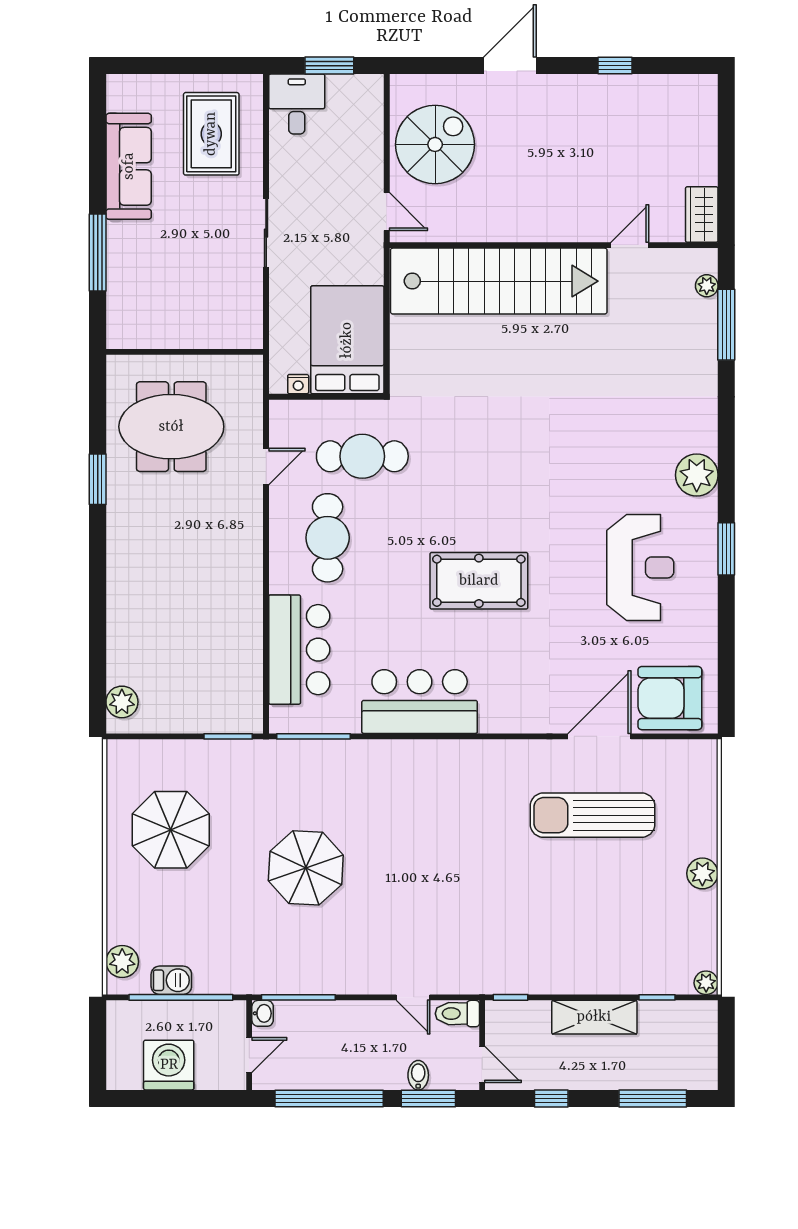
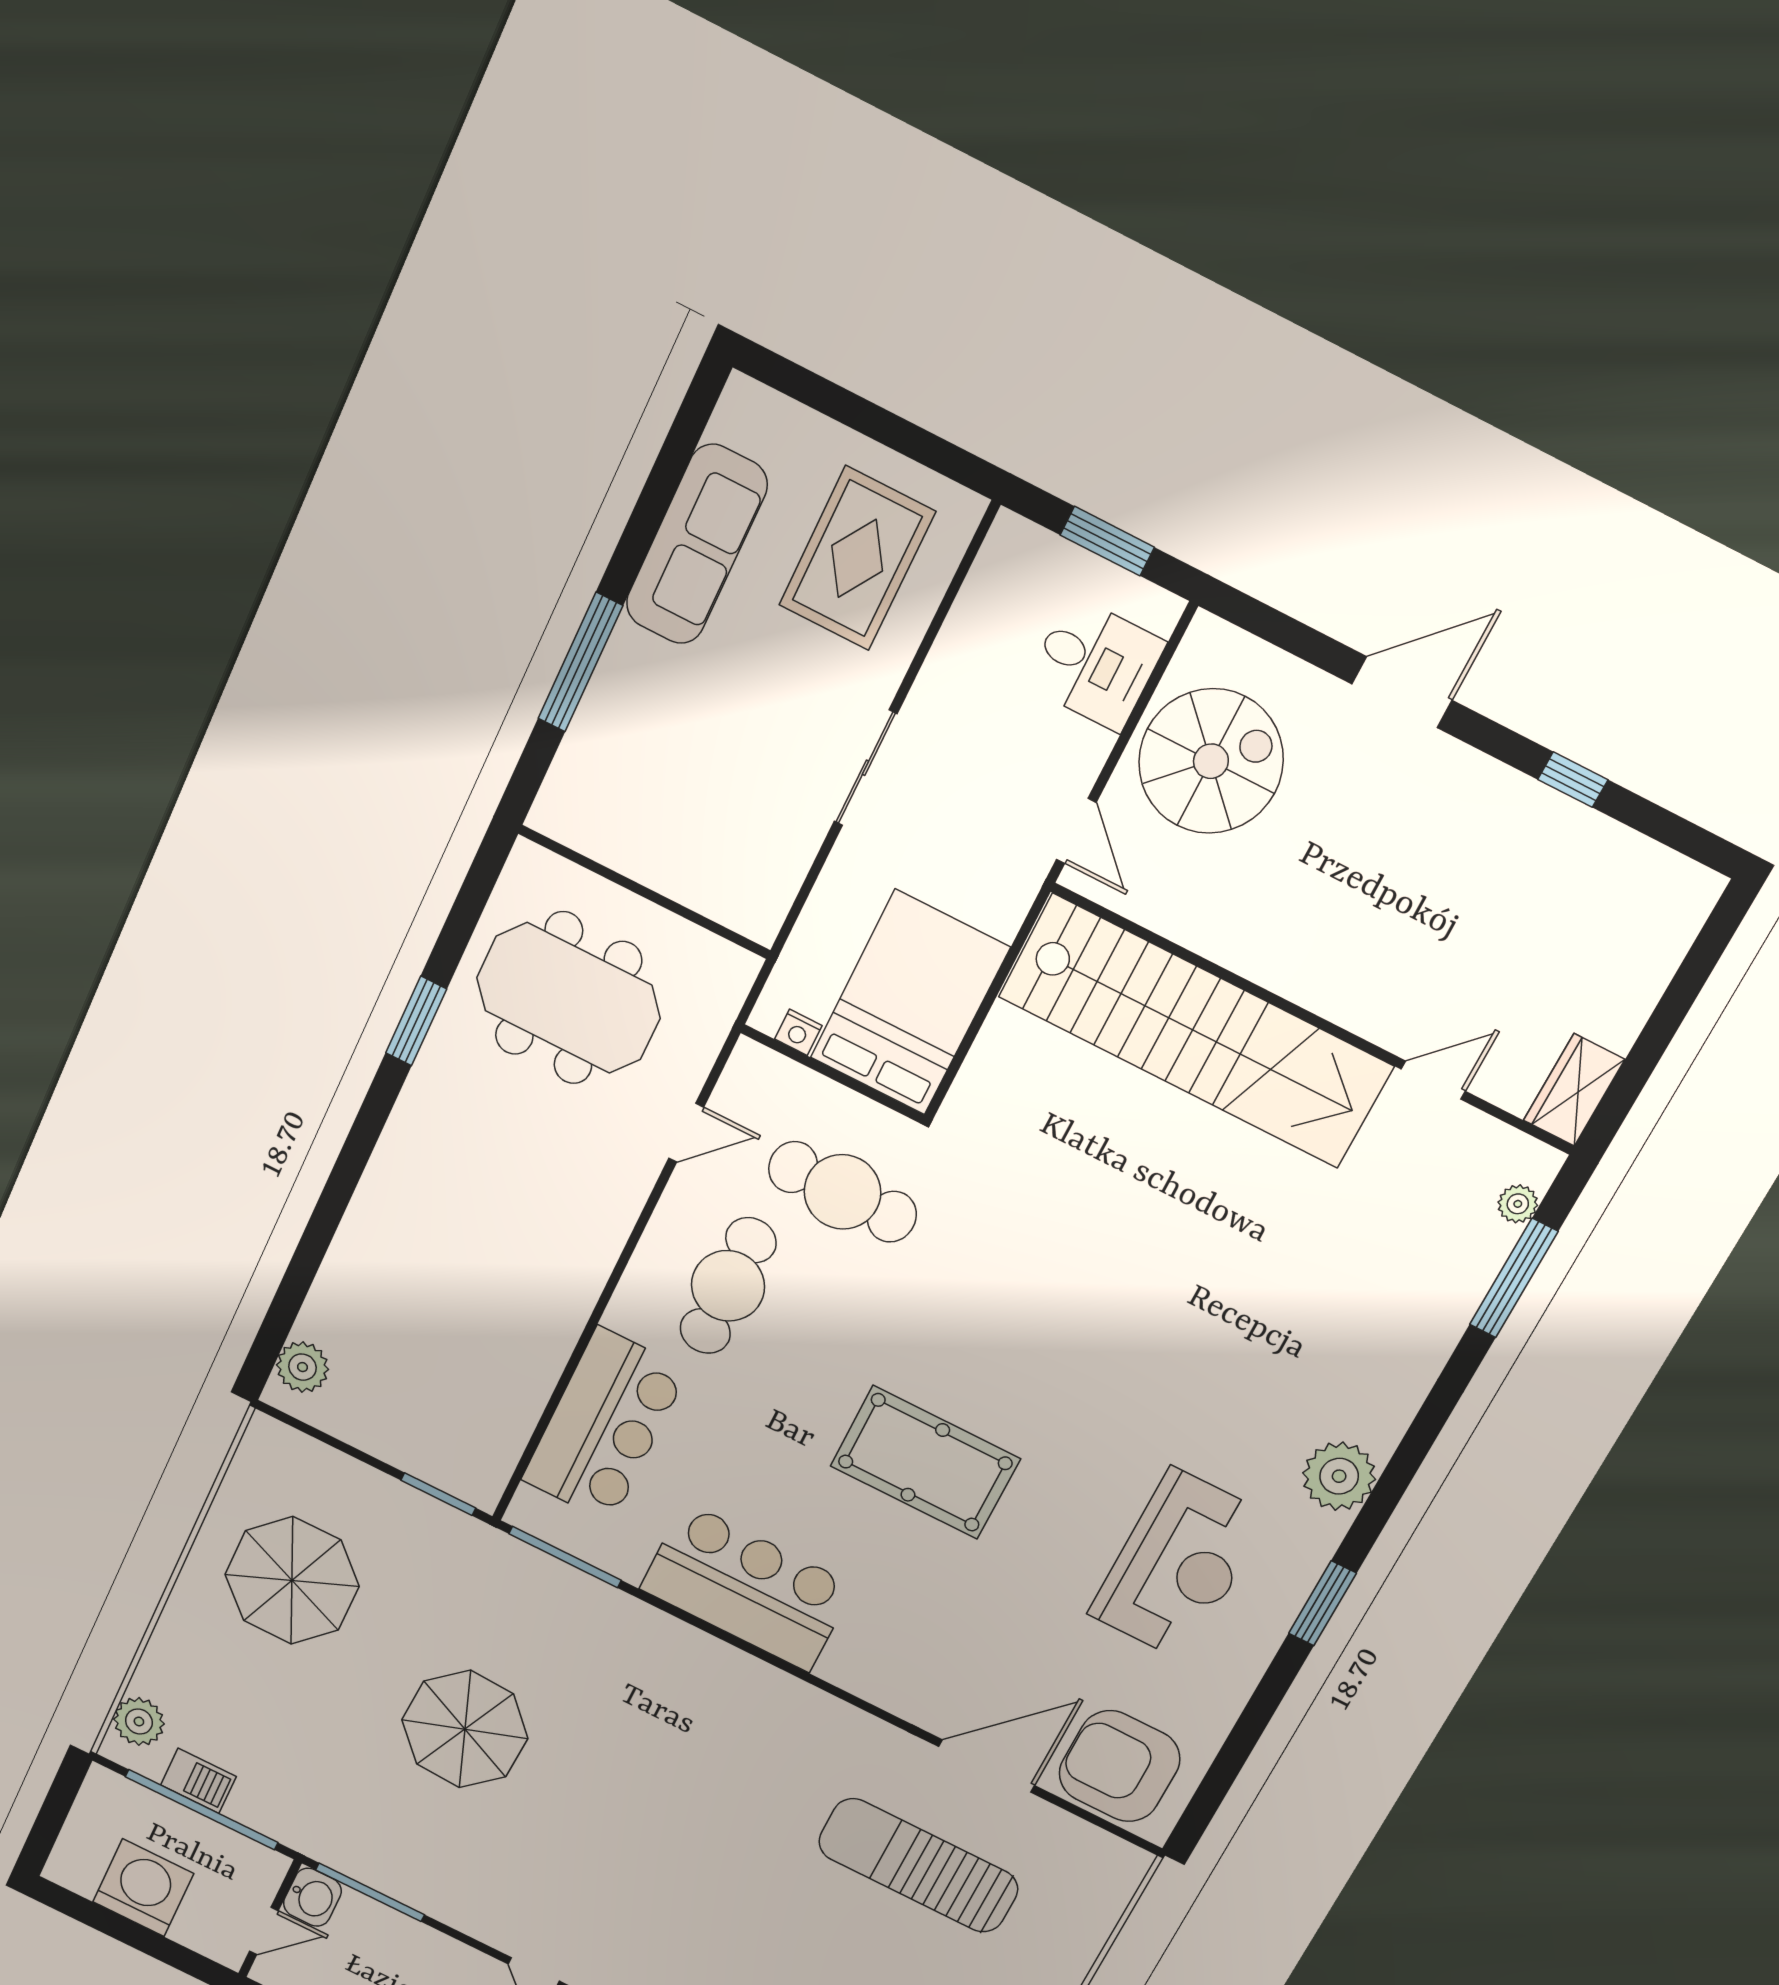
desk: (297, 104) -> (1095, 664), moved, turned 90
washbasin: (263, 1013) -> (312, 1897), width x1.38, depth x1.45

